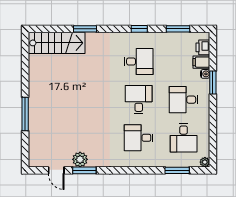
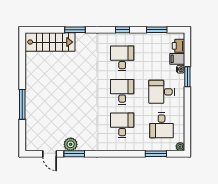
desk: (139, 61) -> (122, 58), turned -90
desk: (139, 138) -> (122, 125), turned 90

